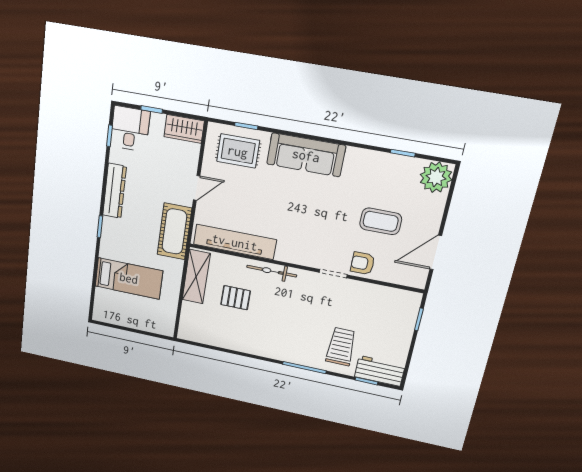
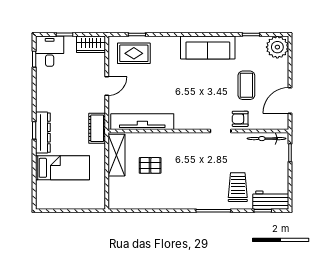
sofa: (306, 155) -> (208, 47), moved
dresser: (115, 191) -> (43, 133), moved
coffee table: (381, 221) -> (246, 85), turned 90
cot: (174, 231) -> (97, 128), width x0.73, depth x0.75
bicycle: (272, 271) -> (267, 139), moved

